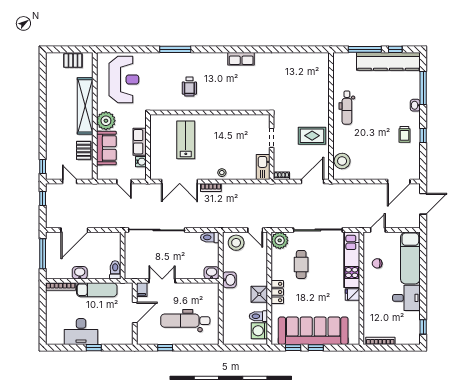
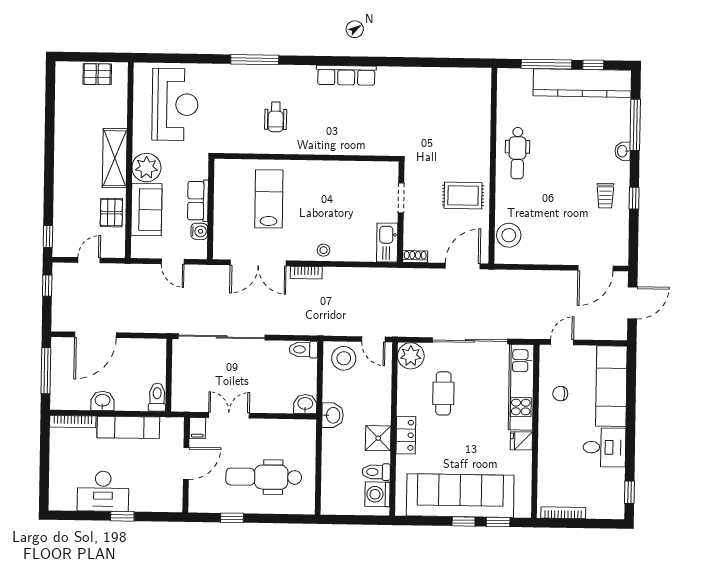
row of seats: (241, 59) -> (346, 75), width x1.48
shelving: (85, 106) -> (115, 158), width x0.68
door: (70, 182) -> (89, 260), hinge flipped
window: (293, 348) -> (498, 522), moved

